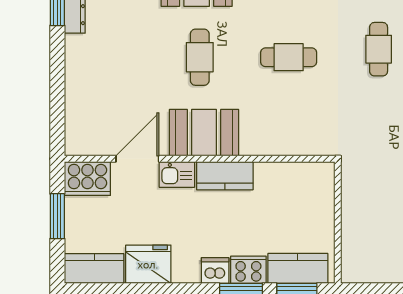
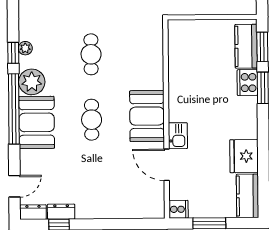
cafe table: (200, 57) -> (92, 120), turned 90
kitchen counter: (225, 176) -> (178, 100), removed
cooker: (87, 179) -> (179, 209), width x0.53, depth x0.76
dishwasher: (215, 271) -> (248, 107), removed

